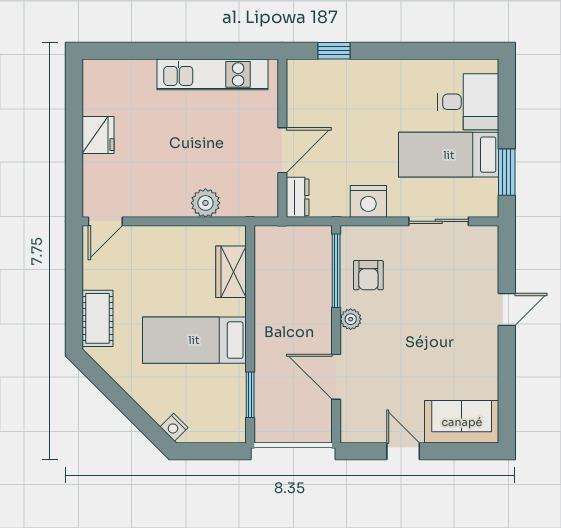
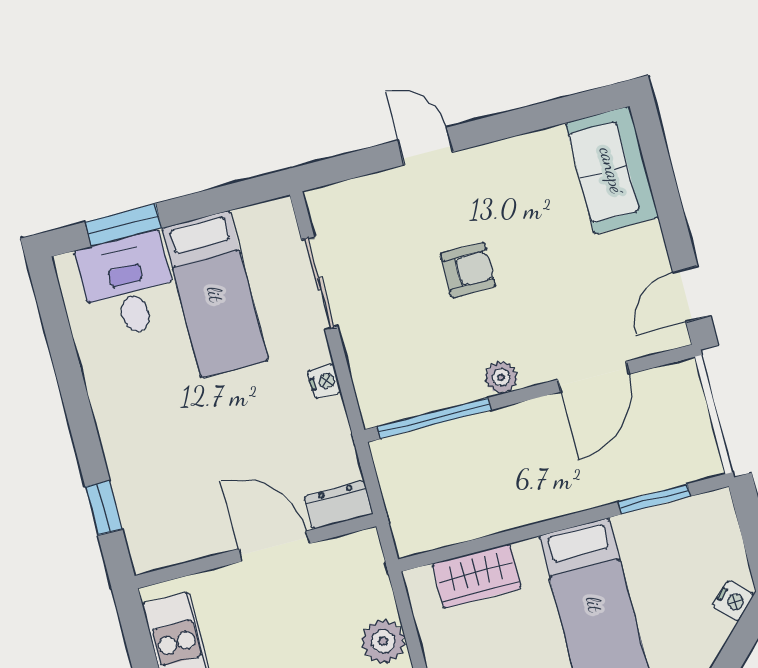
window: (507, 172) -> (123, 225), moved
nightstand: (368, 201) -> (324, 381), width x0.53, depth x0.56
armchair: (368, 275) -> (468, 270), moved
door: (403, 451) -> (692, 294), moved

